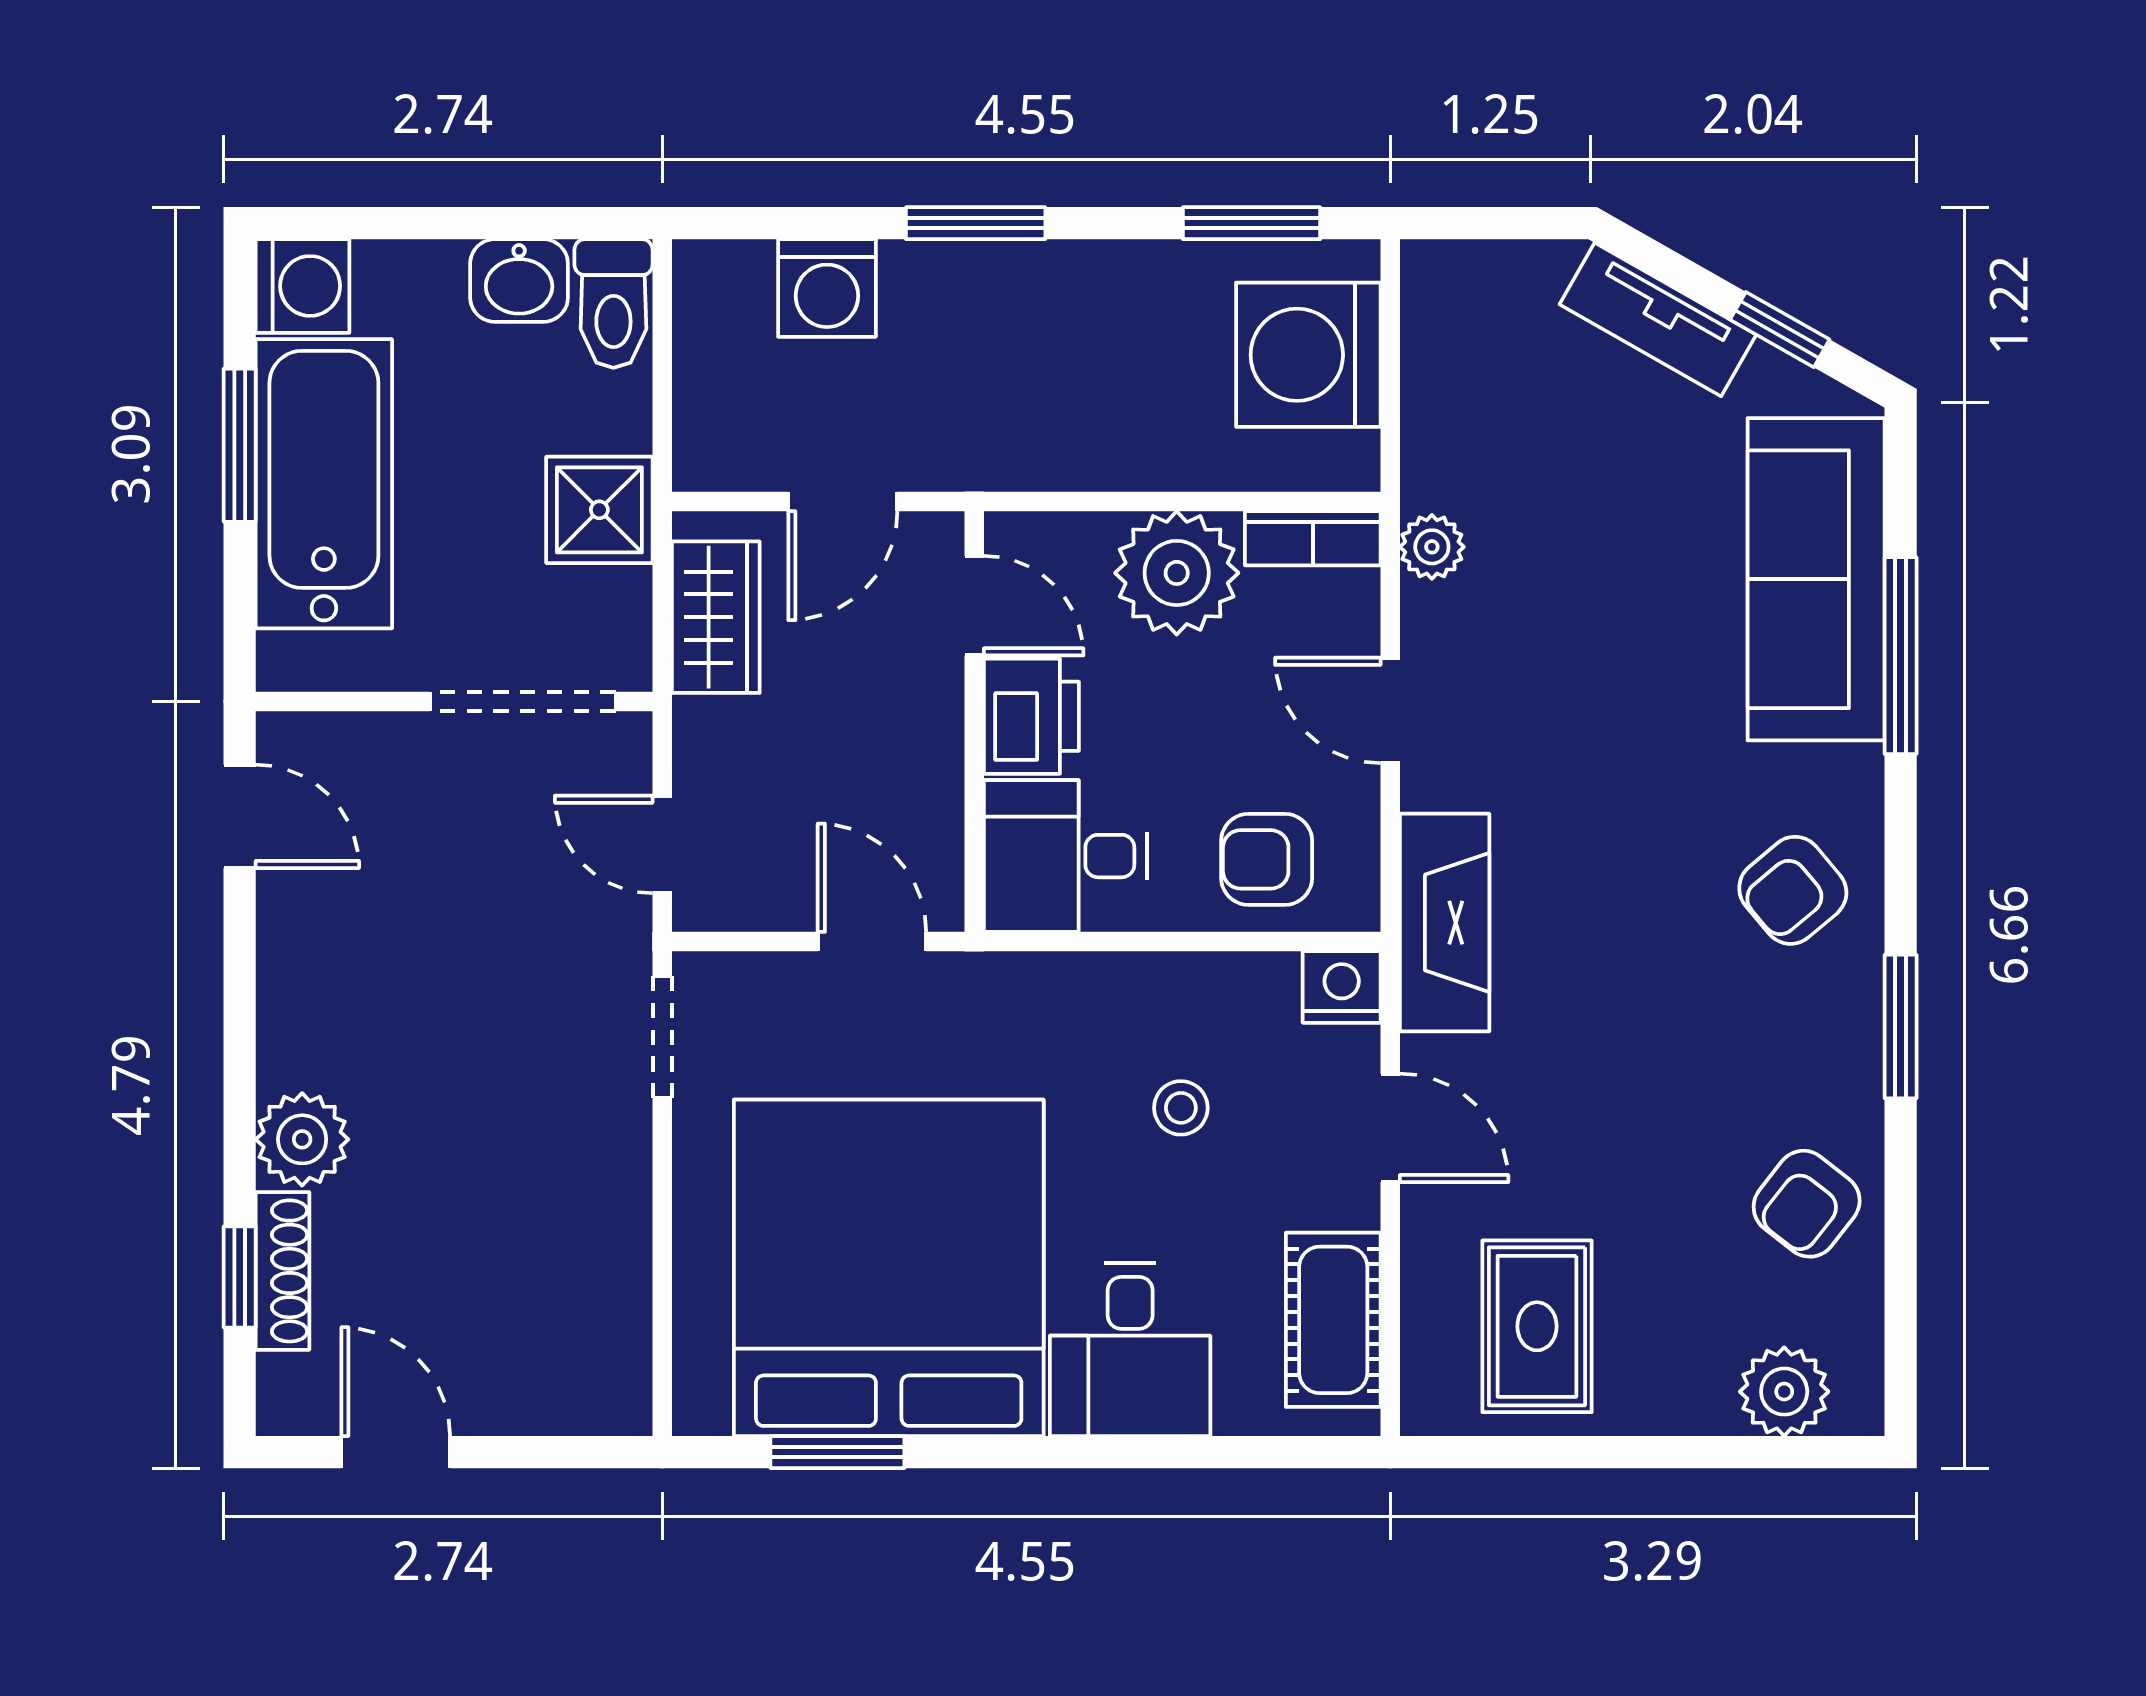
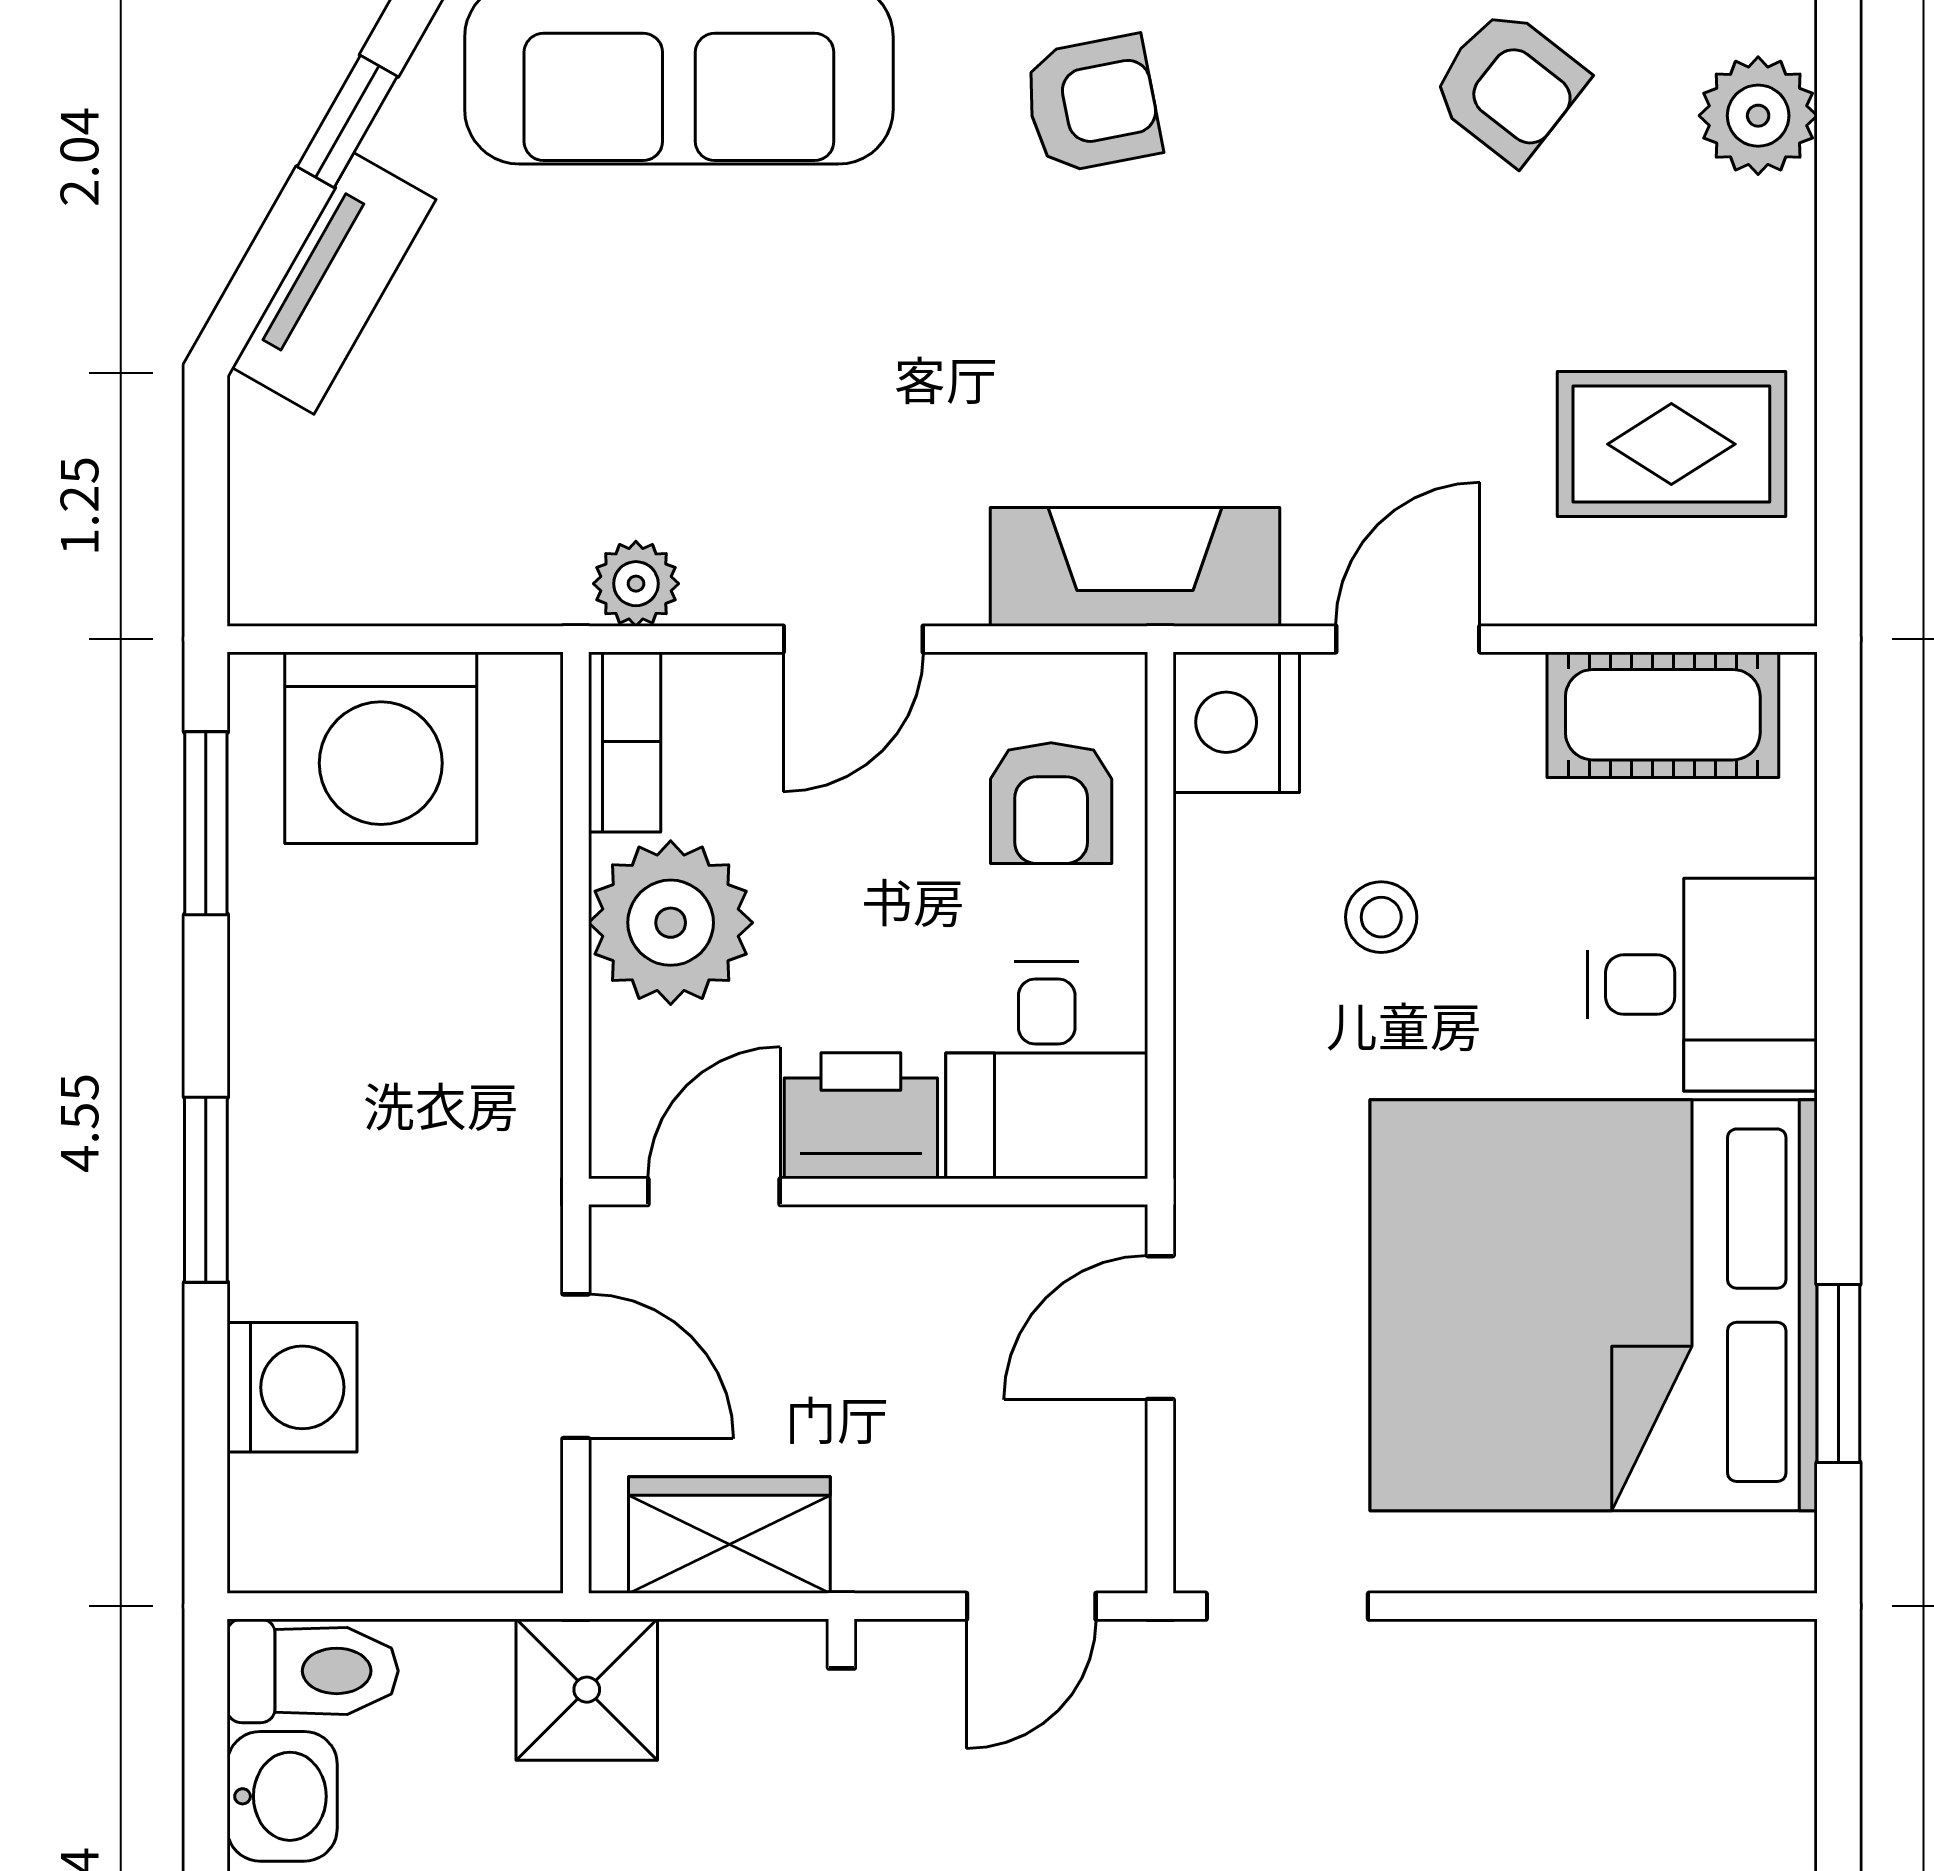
armchair: (1793, 890) -> (1092, 104), turned -61
nightstand: (1342, 987) -> (1236, 722), width x1.36, depth x1.33

